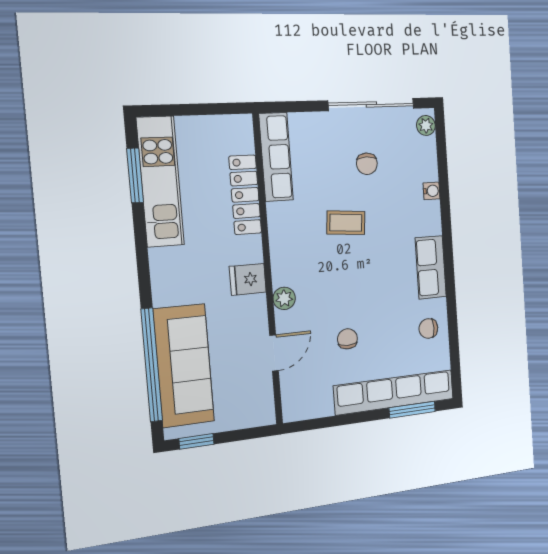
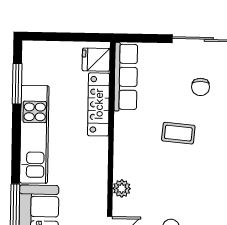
kitchen unit: (160, 182) -> (34, 134), moved
fridge: (248, 279) -> (96, 60), moved

